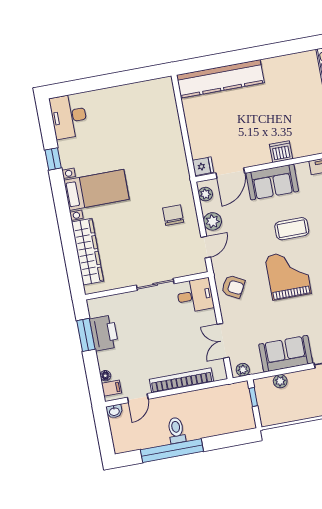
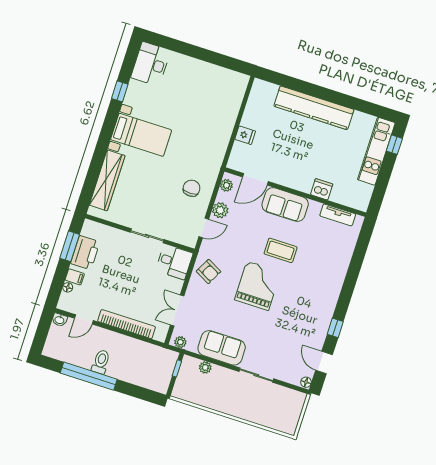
kitchen counter: (220, 79) -> (314, 108), moved
dishwasher: (281, 152) -> (322, 189), moved
fridge: (203, 166) -> (245, 135), moved
filing cabinet: (111, 388) -> (75, 277), moved

